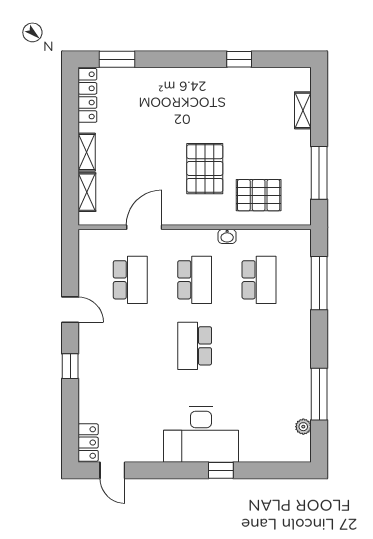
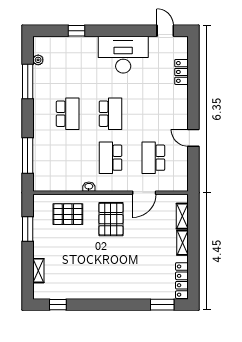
window: (239, 59) -> (58, 305), moved
pallet: (205, 169) -> (111, 219), moved
window: (319, 173) -> (28, 229), width x0.69
school desk: (259, 280) -> (68, 114), moved, turned 180
window: (70, 366) -> (193, 100), removed
desk: (201, 435) -> (123, 55), moved
locker: (88, 443) -> (181, 72), moved
window: (221, 470) -> (76, 31), moved

